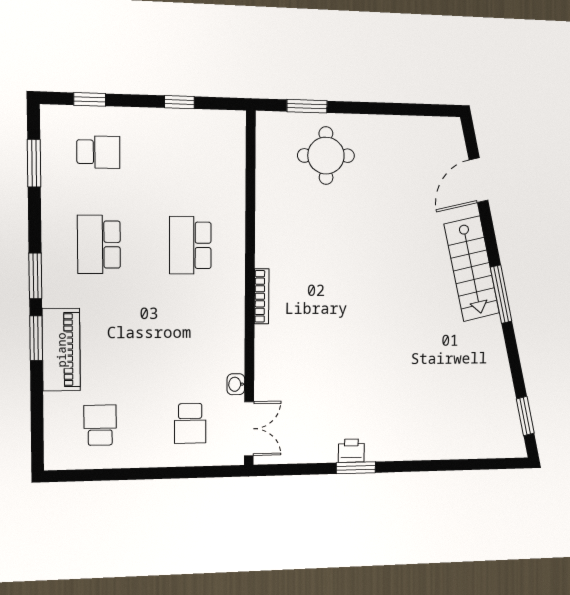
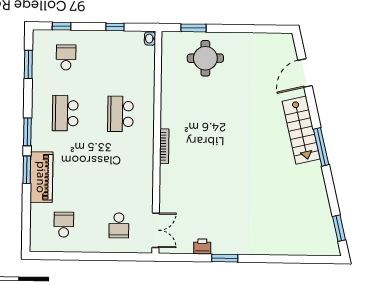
school desk: (98, 152) -> (66, 57), turned -90
washbasin: (236, 384) -> (150, 39), moved
printer: (351, 451) -> (202, 247), moved

